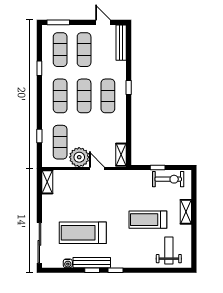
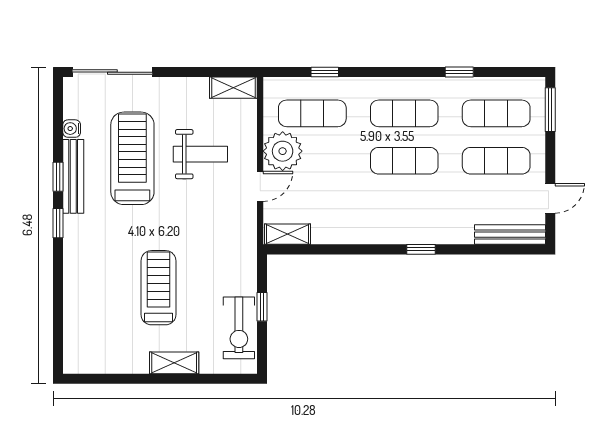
exercise mat: (108, 96) -> (404, 208), removed
weight bench: (169, 250) -> (200, 154), moved

